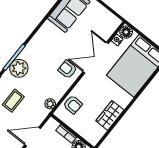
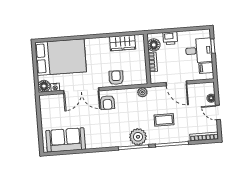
armchair: (73, 105) -> (116, 78), moved
wardrobe: (110, 115) -> (123, 43), moved

